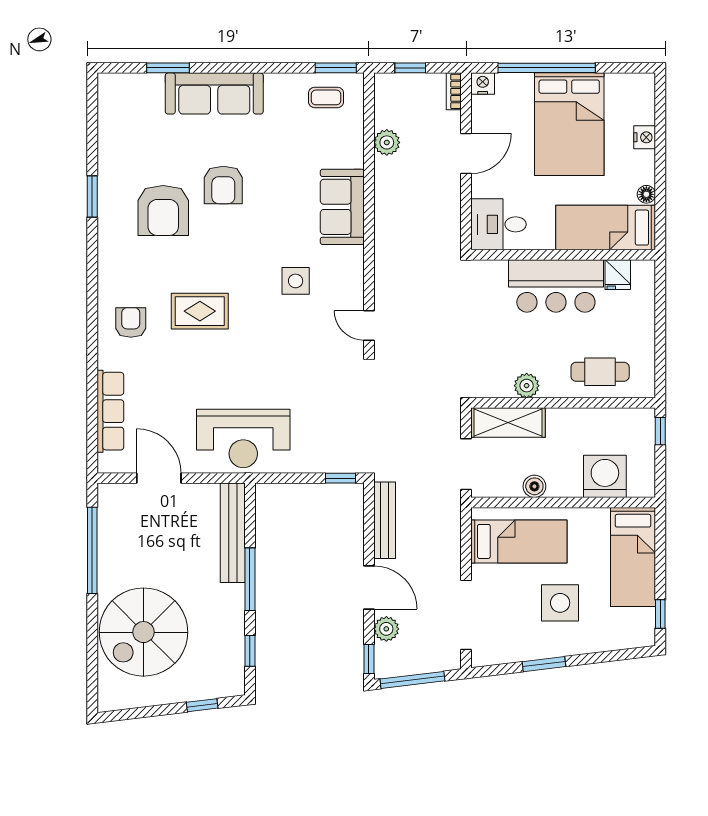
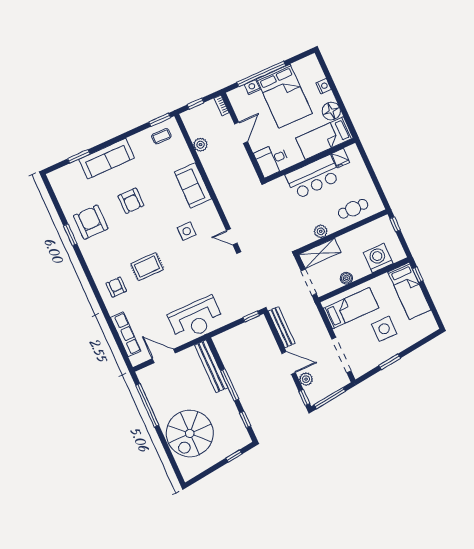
nightstand: (483, 84) -> (252, 87), moved
floor lamp: (646, 194) -> (331, 111), width x1.89, depth x1.89
armchair: (163, 210) -> (91, 222), moved, turned 180
window: (660, 614) -> (418, 275), moved

